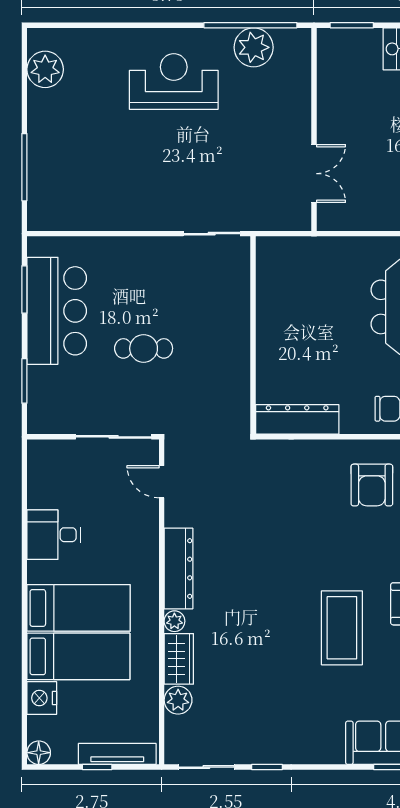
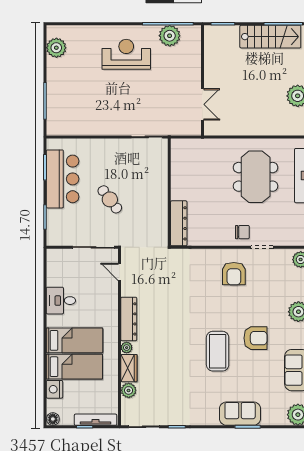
cafe table: (144, 348) -> (110, 199), turned 53
dresser: (297, 419) -> (179, 223), moved, turned 90

